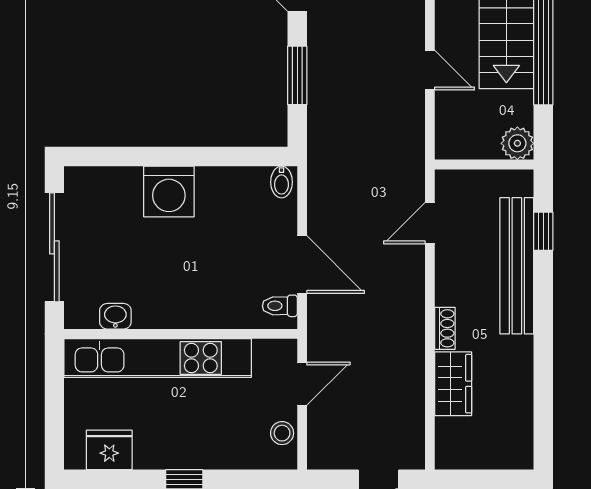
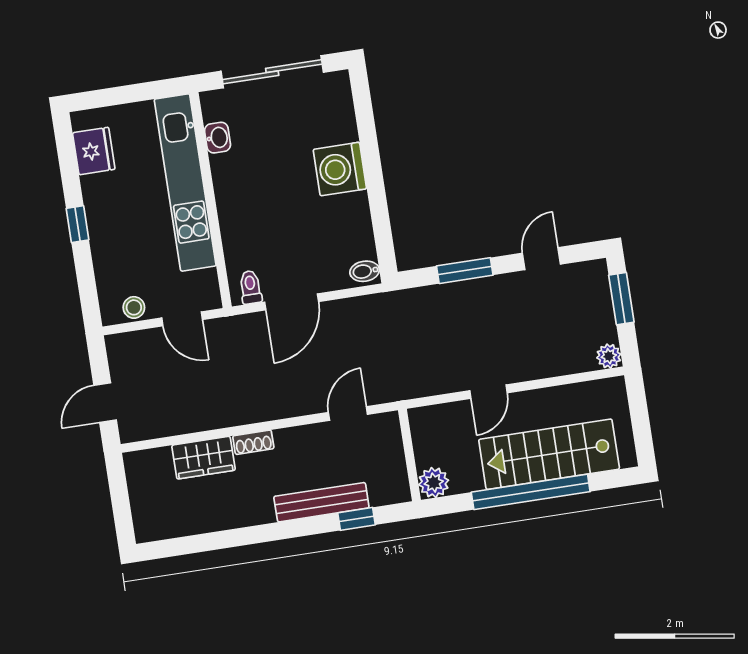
door: (430, 223) -> (348, 413), hinge flipped
bench: (517, 266) -> (321, 502), width x0.73, depth x0.82

